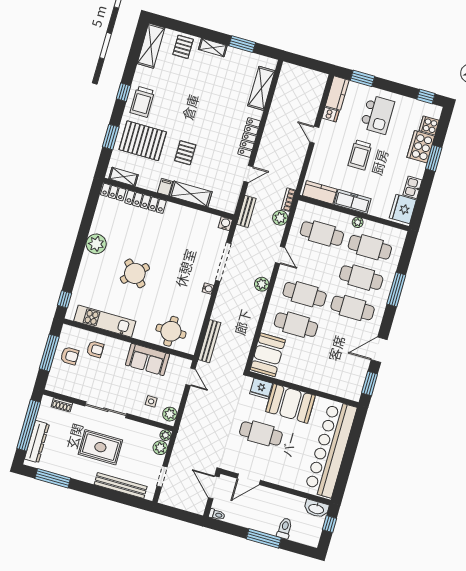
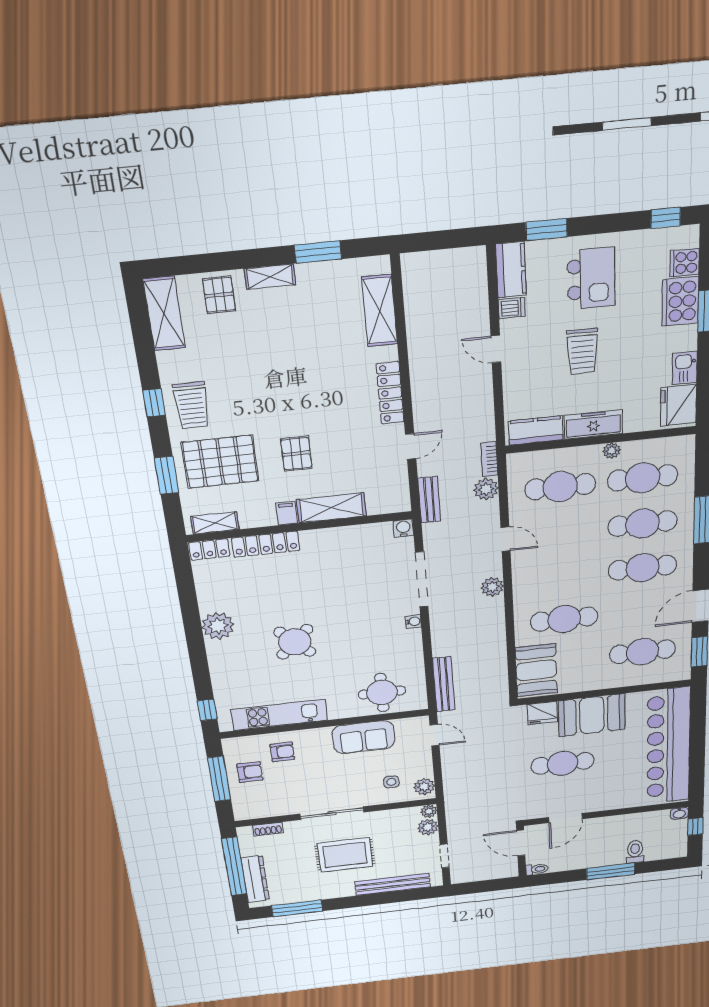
cafe table: (305, 294) -> (642, 652), moved
washbasin: (316, 509) -> (679, 813), width x0.52, depth x0.69

